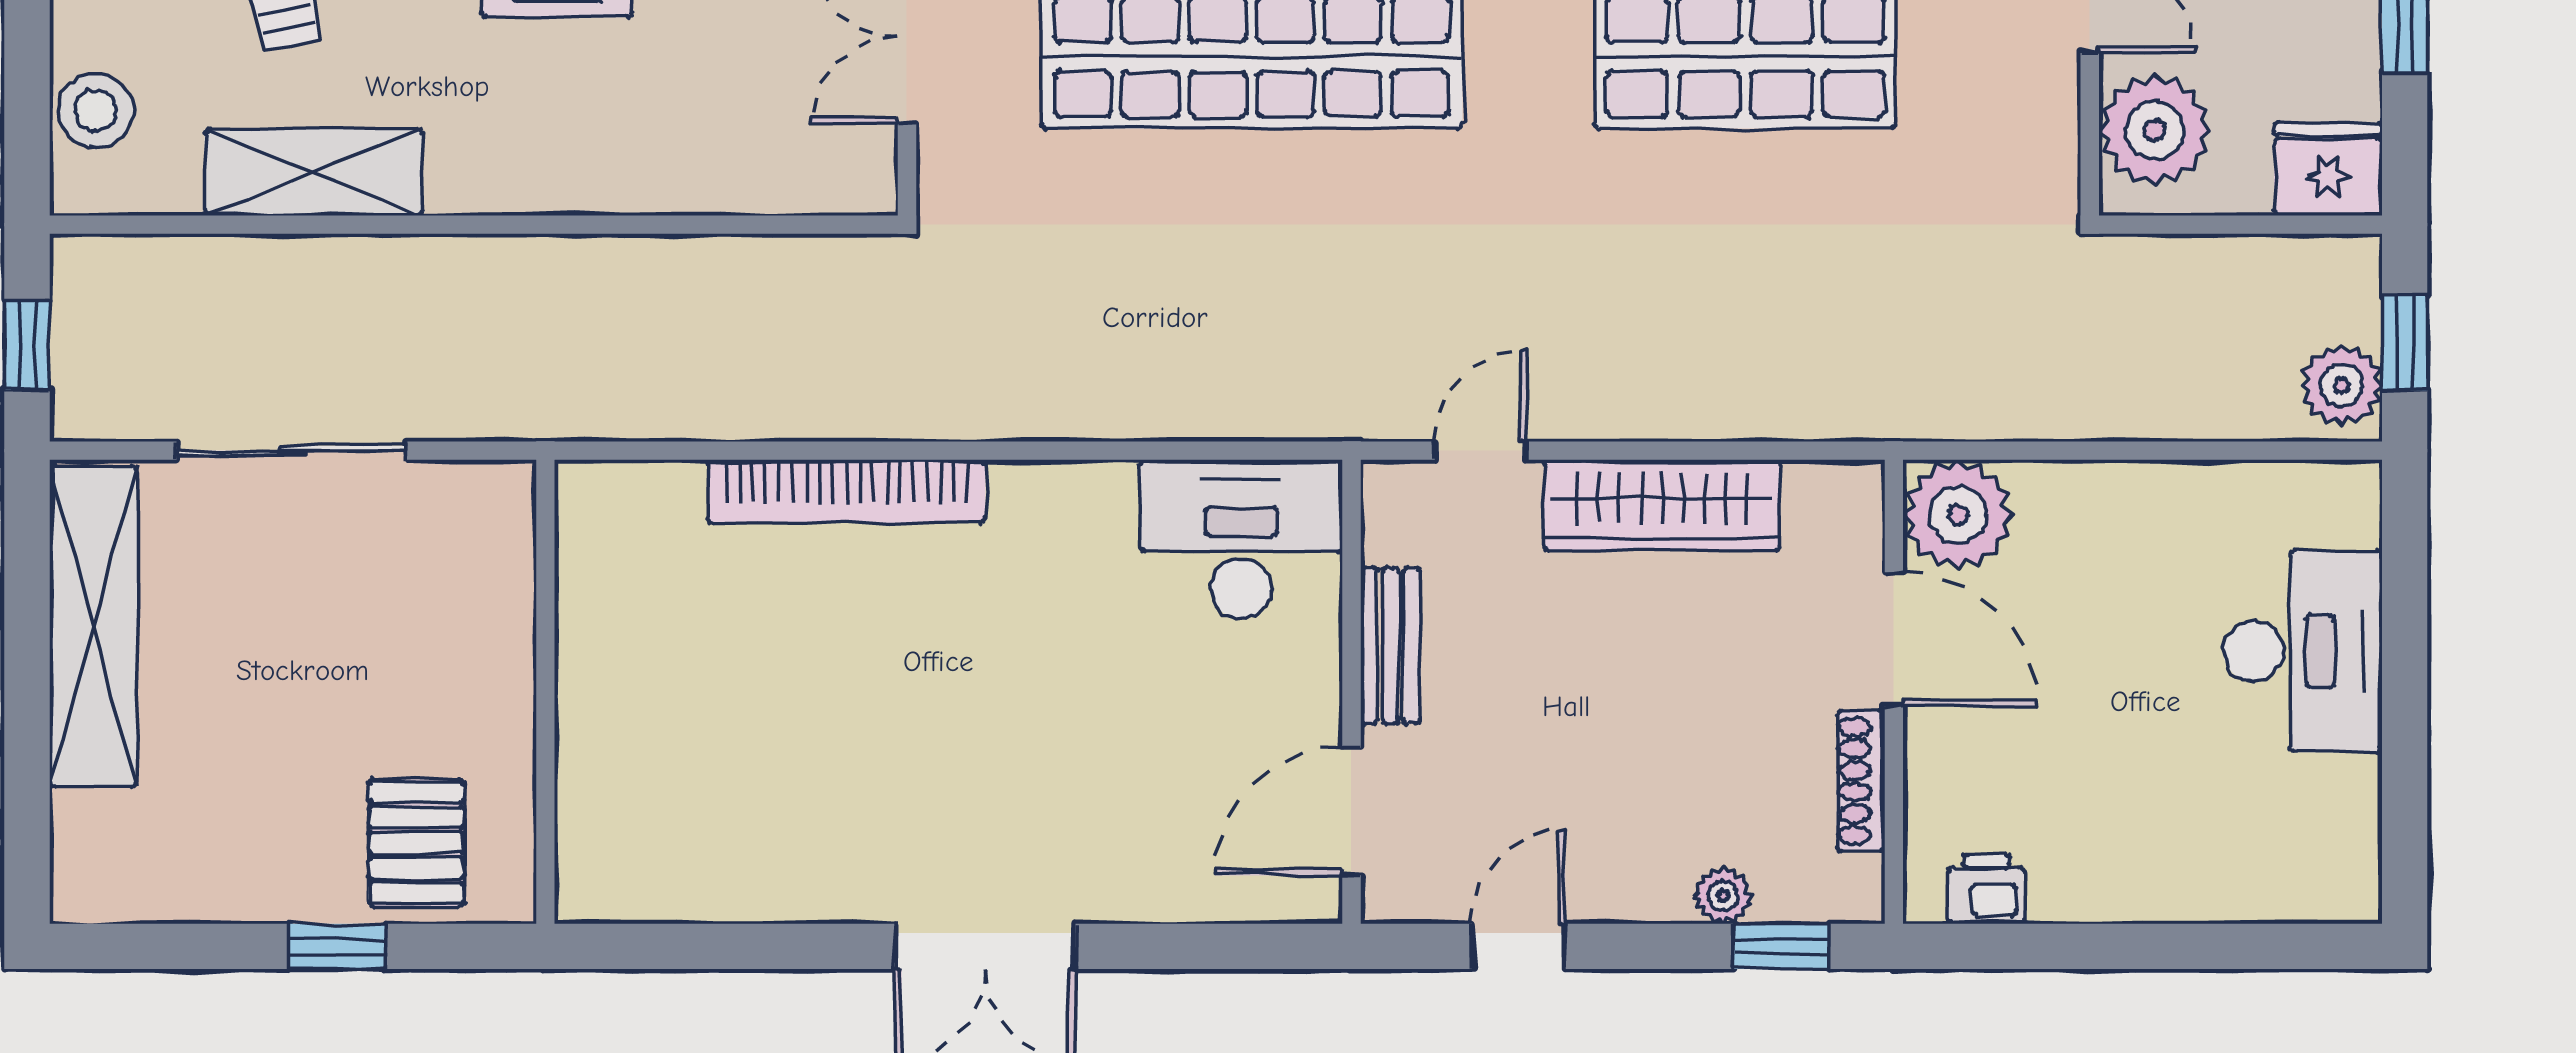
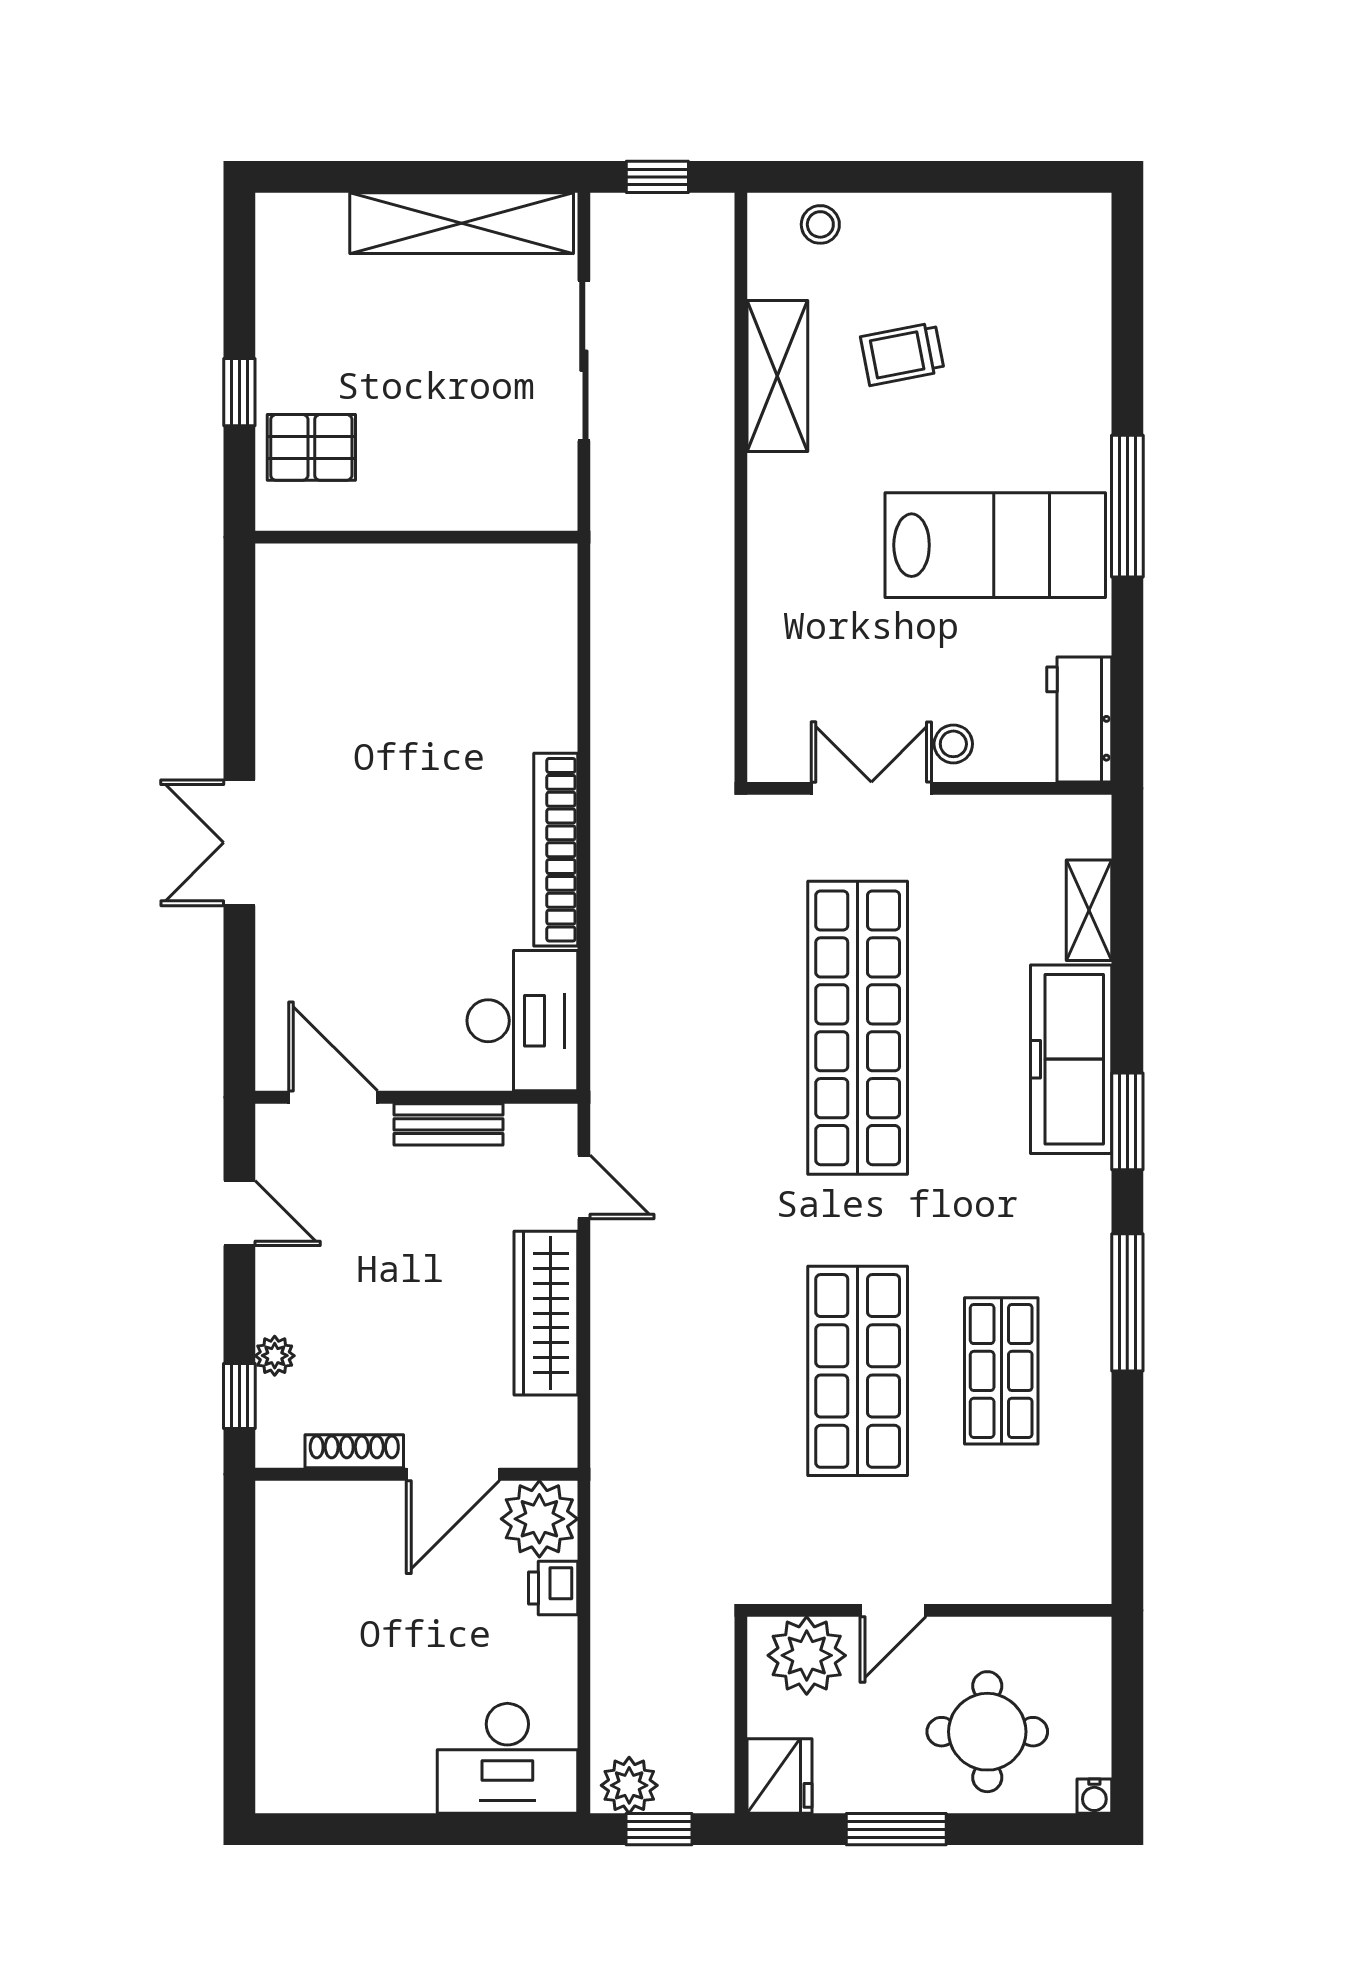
stool: (96, 111) -> (820, 224), width x0.73, depth x0.73
bookcase: (847, 491) -> (556, 850), moved
desk: (2303, 651) -> (507, 1758), moved
printer: (1987, 889) -> (553, 1588), moved, turned 180

